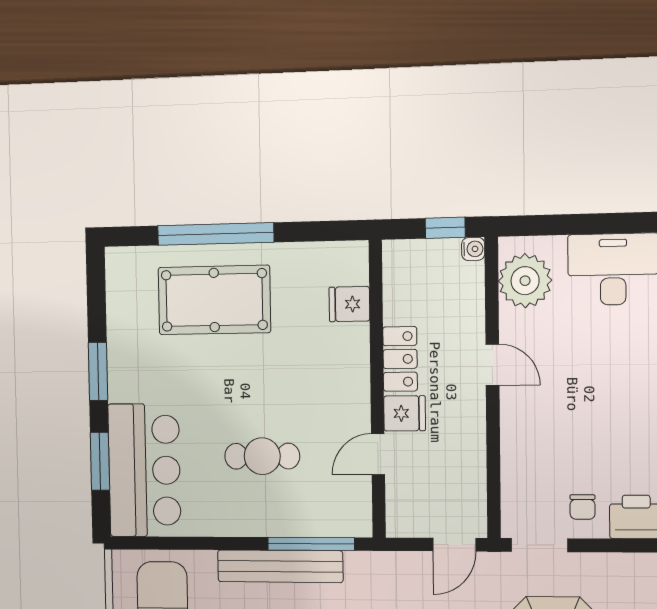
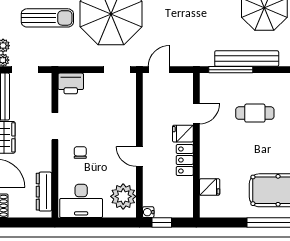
chair: (582, 507) -> (80, 152), moved

